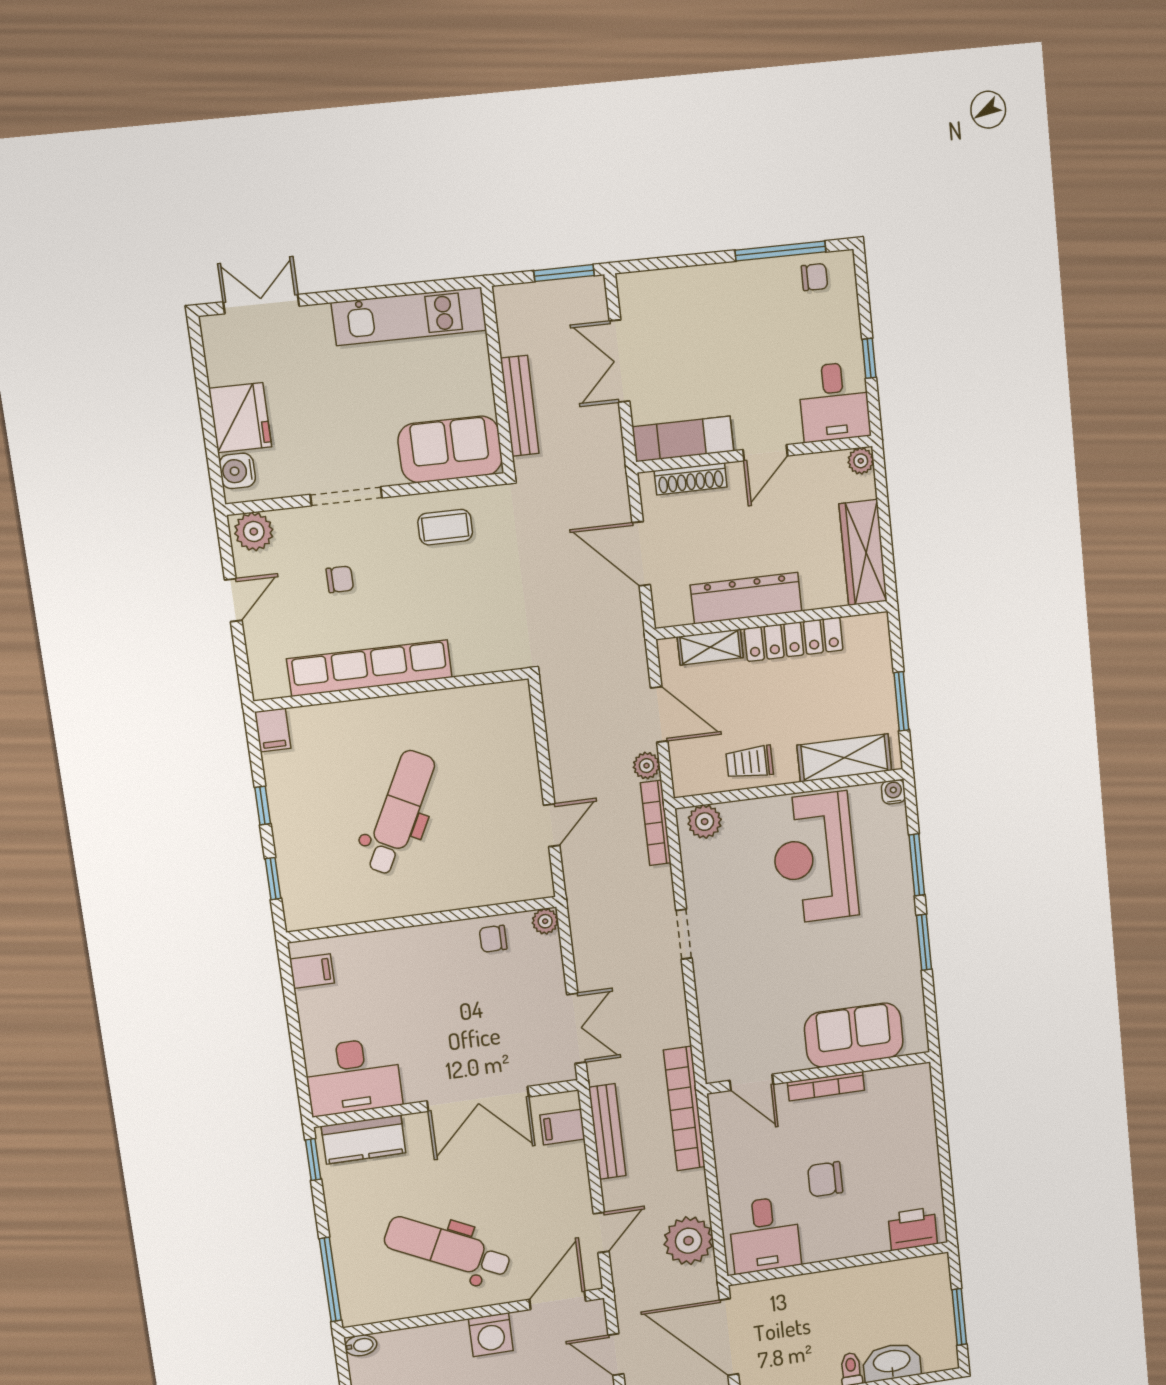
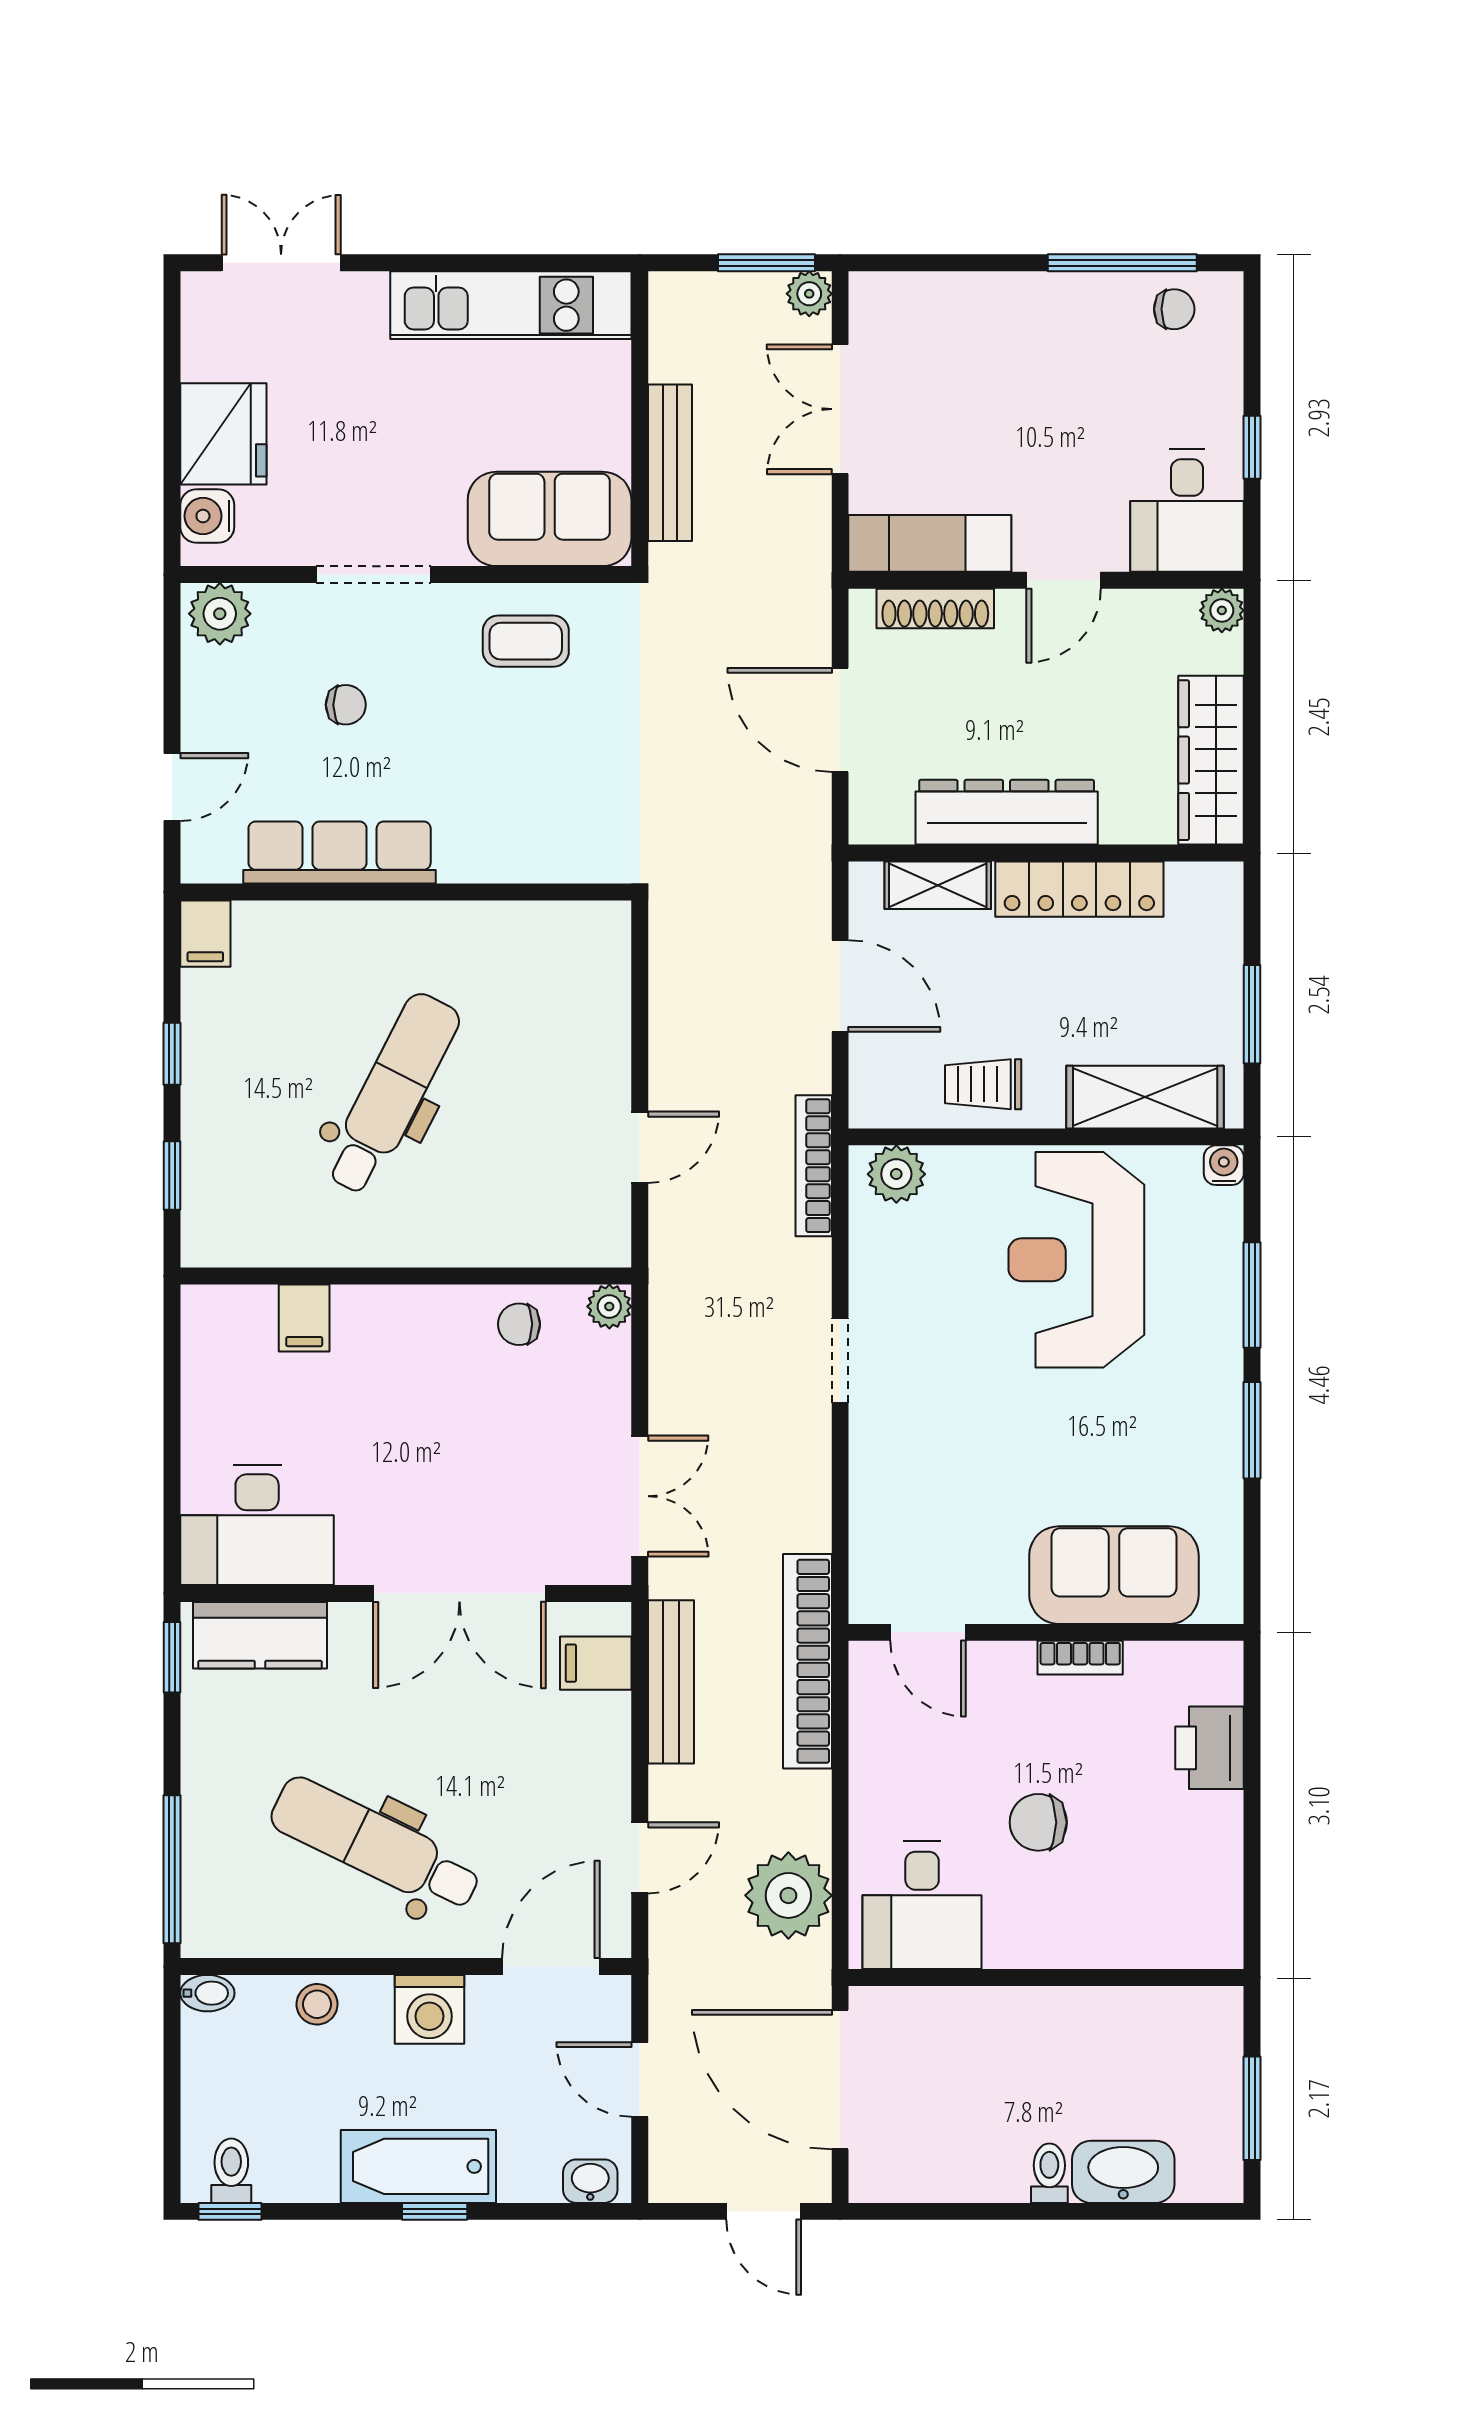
door: (233, 600) -> (172, 787), moved
row of seats: (370, 668) -> (340, 852), width x0.73
plant: (647, 766) -> (809, 294), moved
filing cabinet: (312, 971) -> (304, 1318), moved, turned 90
bookcase: (826, 1086) -> (1080, 1658), width x0.64
printer: (913, 1229) -> (1210, 1748), moved, turned -90
stool: (425, 1342) -> (317, 2004), added

